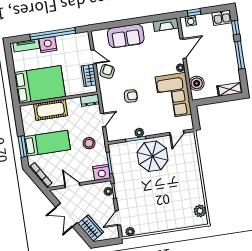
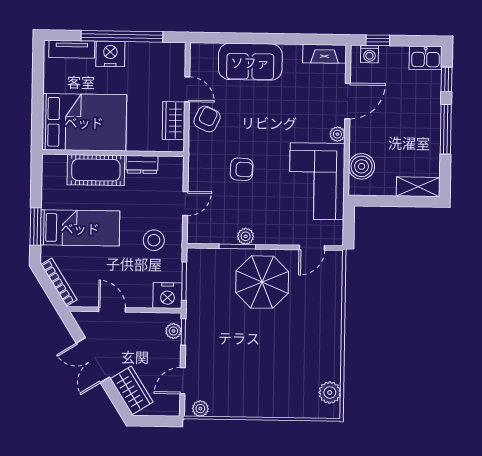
dresser: (90, 100) -> (142, 164), moved

